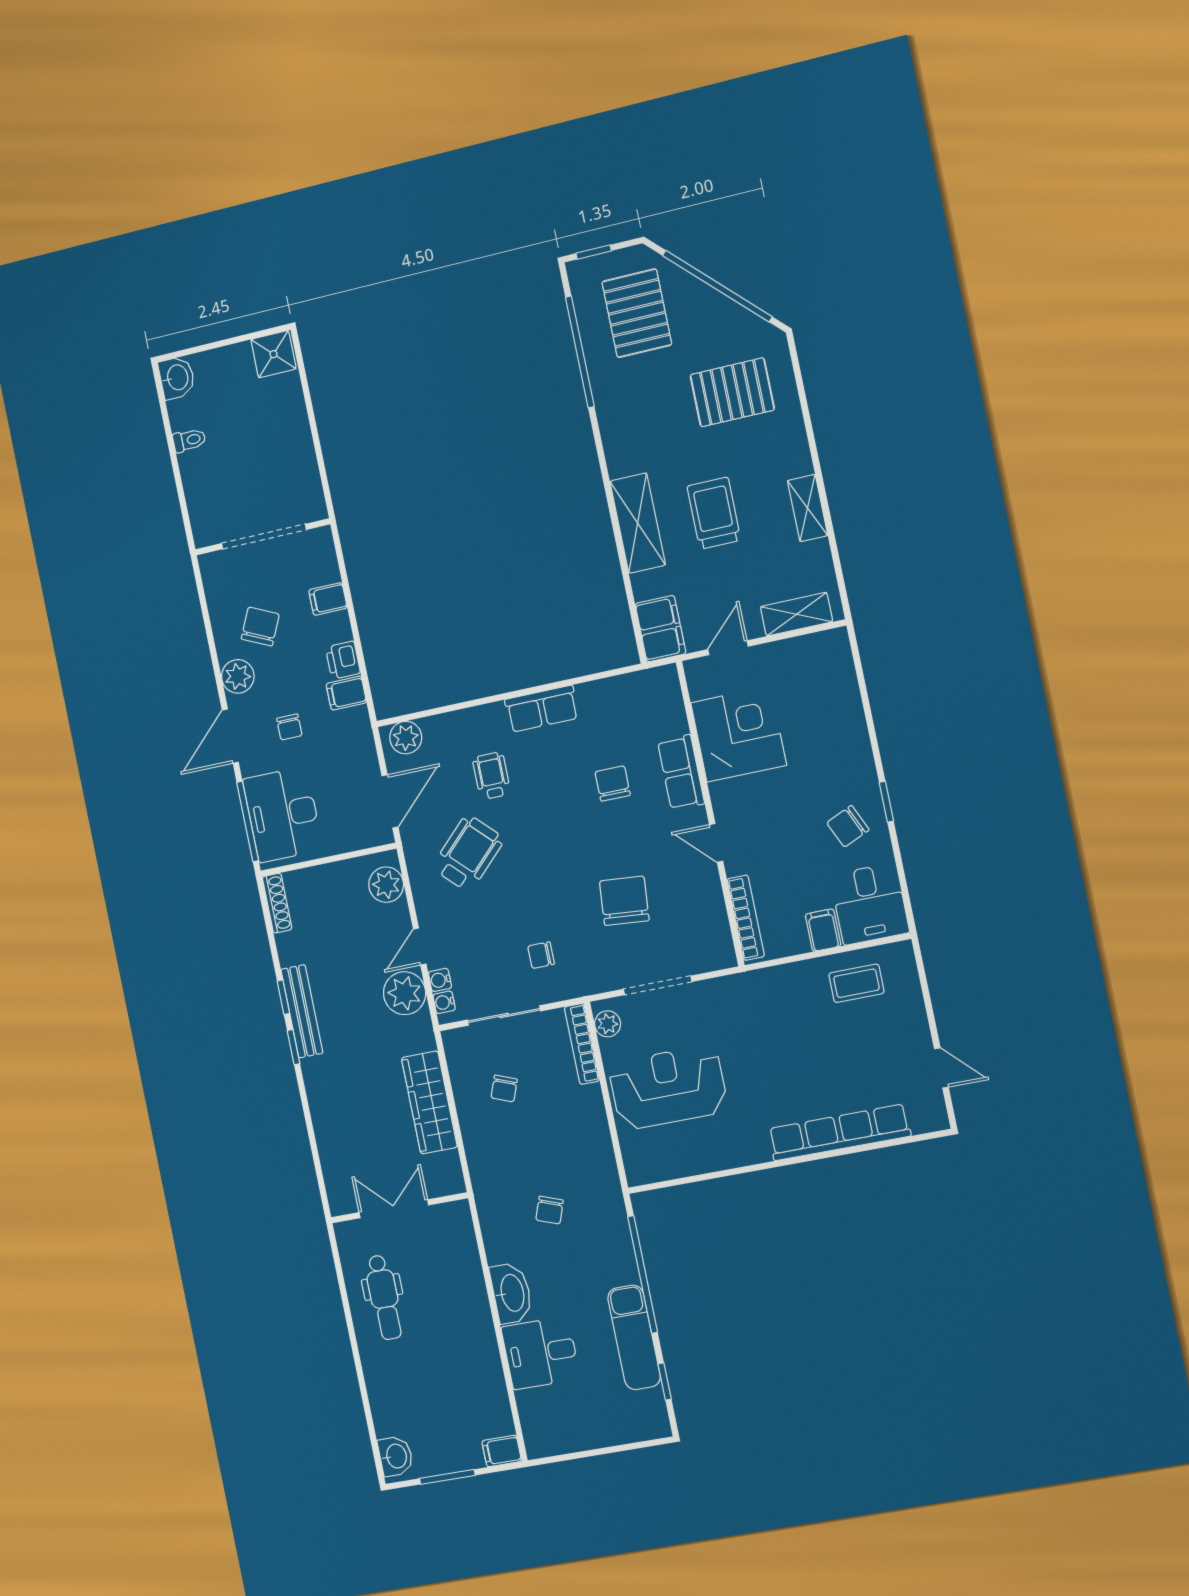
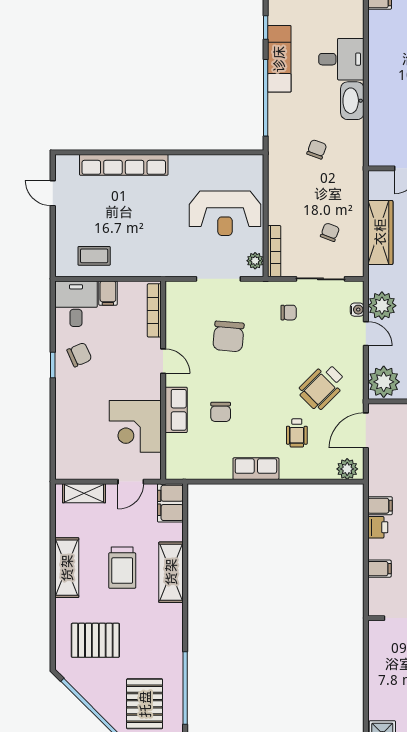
shelving: (808, 508) -> (67, 568), width x1.50, depth x1.33
plant: (386, 885) -> (384, 382), width x1.36, depth x1.36
door: (420, 947) -> (366, 334), hinge flipped
water cooler: (444, 1002) -> (357, 295), removed

